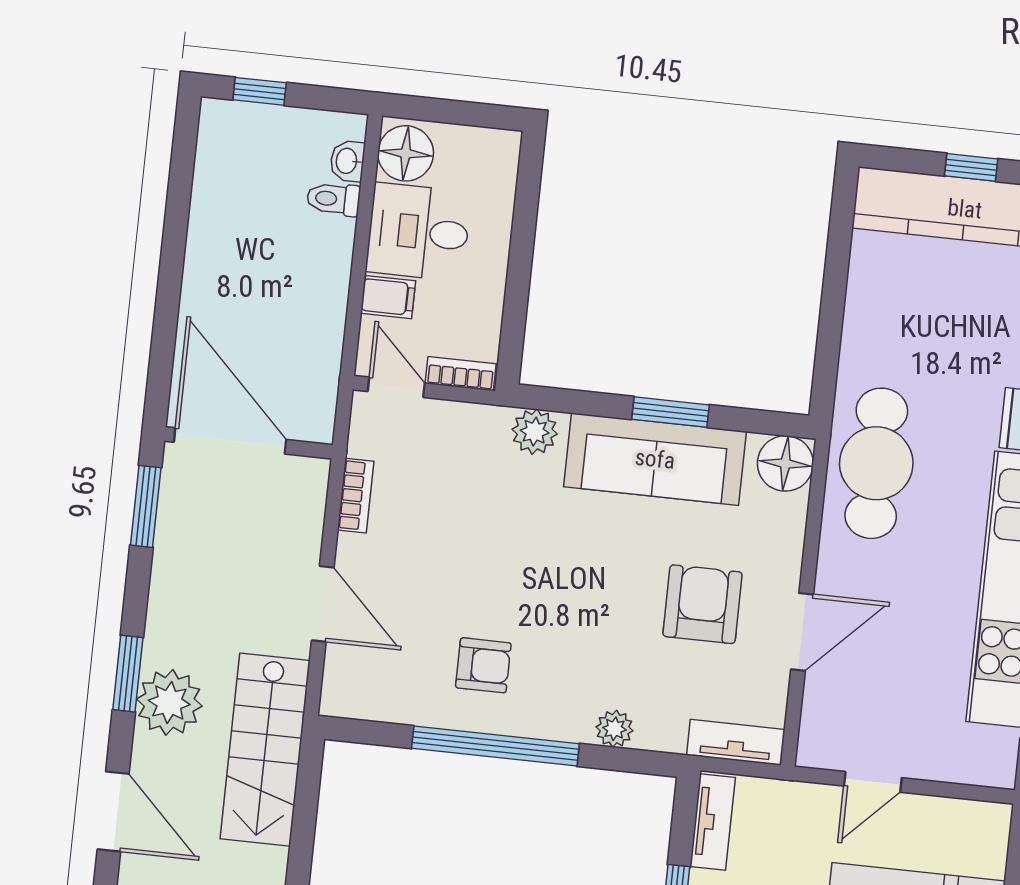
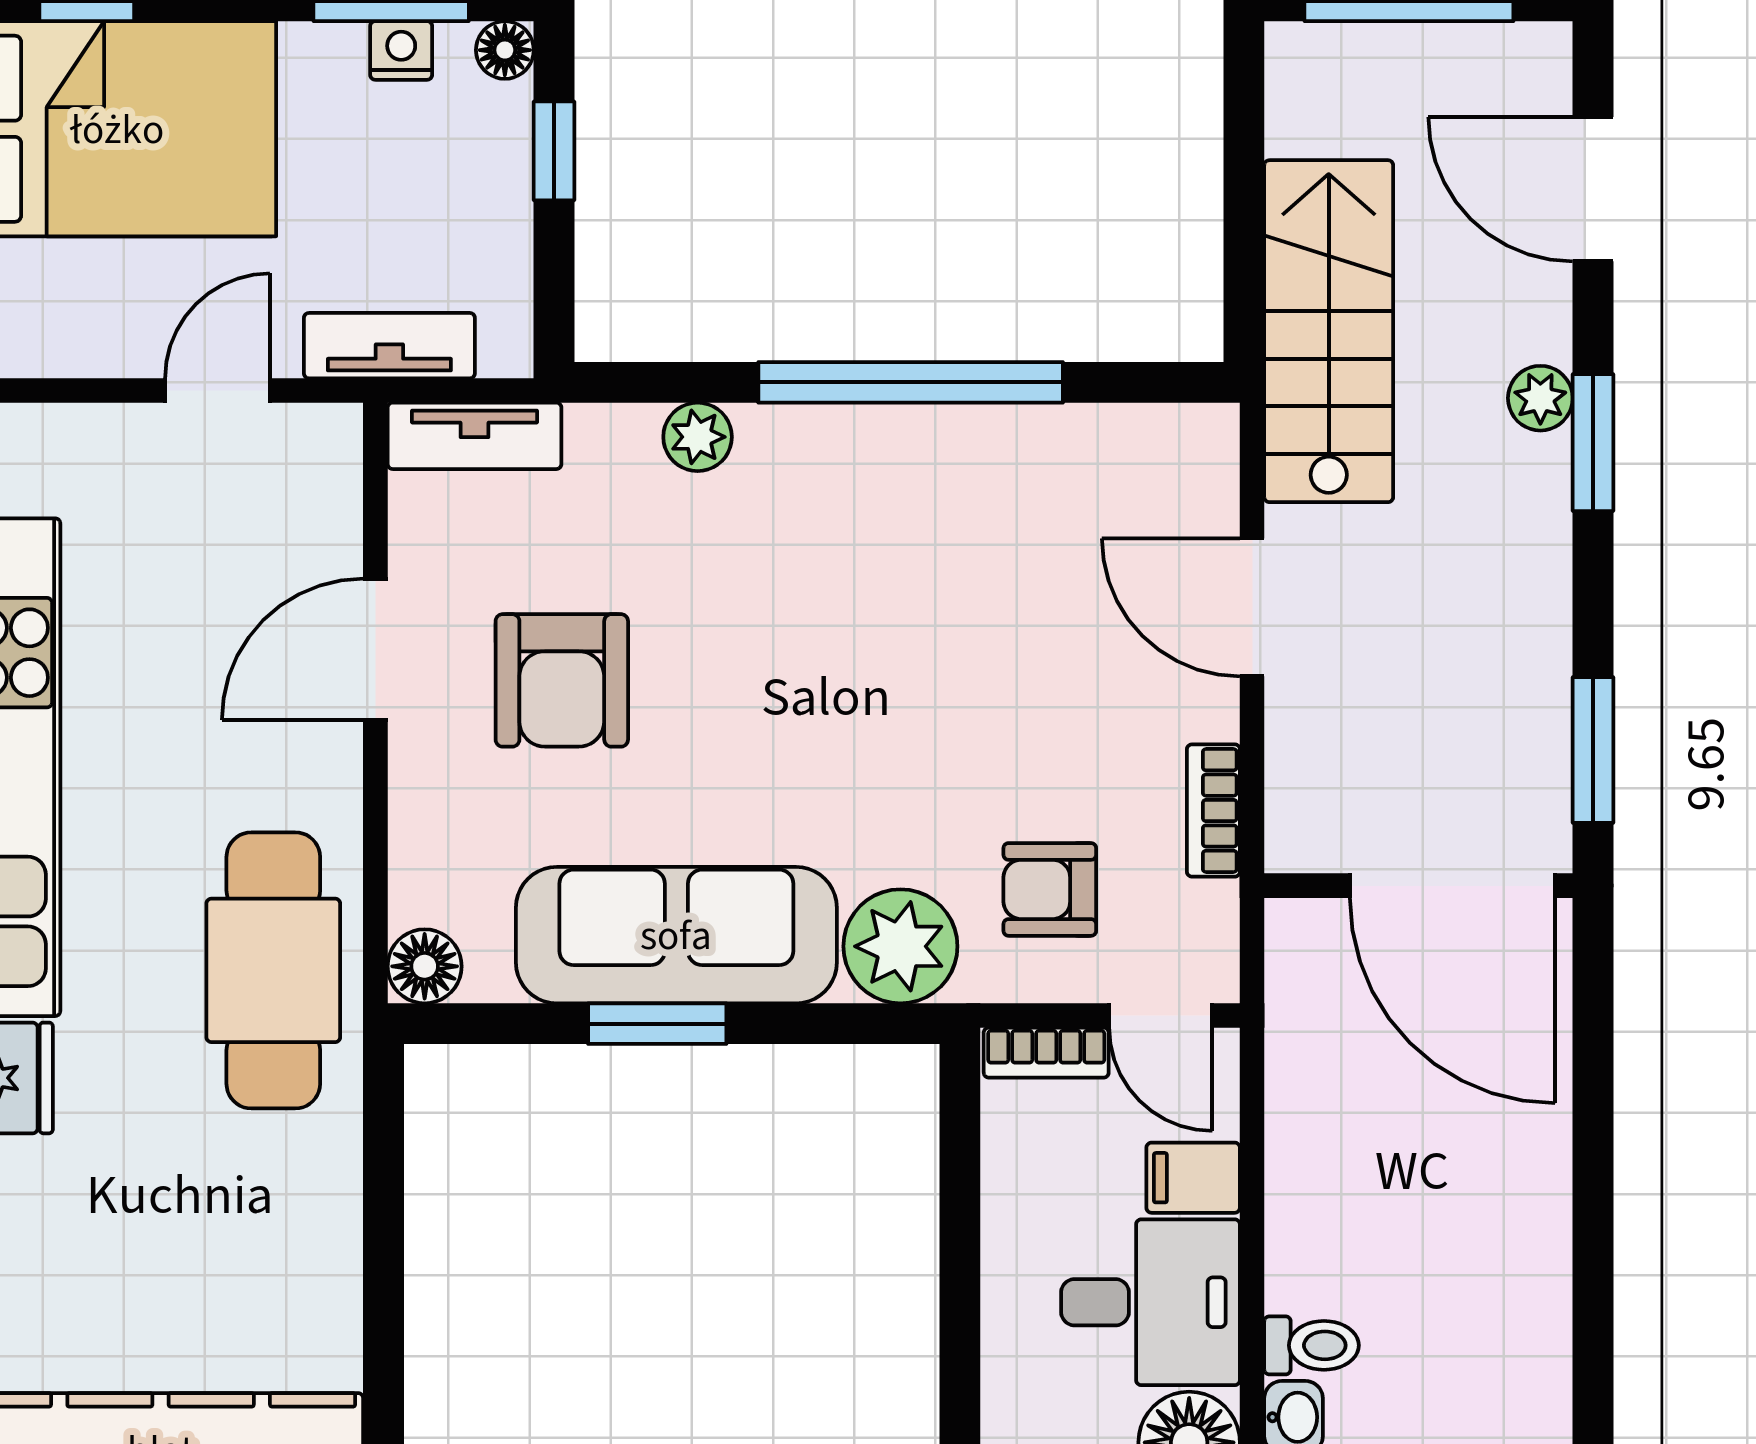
plant: (535, 432) -> (900, 946), width x1.36, depth x1.36
floor lamp: (785, 463) -> (425, 966), width x0.73, depth x0.73
armchair: (483, 665) -> (1050, 889), moved
plant: (169, 702) -> (1540, 398), width x0.53, depth x0.53
tv unit: (713, 822) -> (389, 346), moved, turned 90

